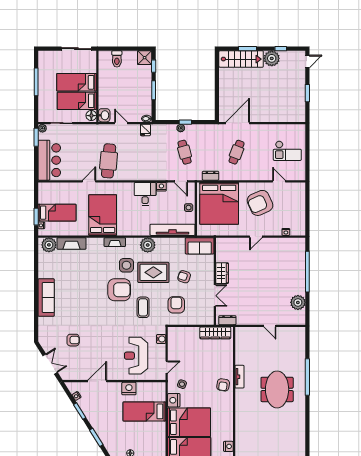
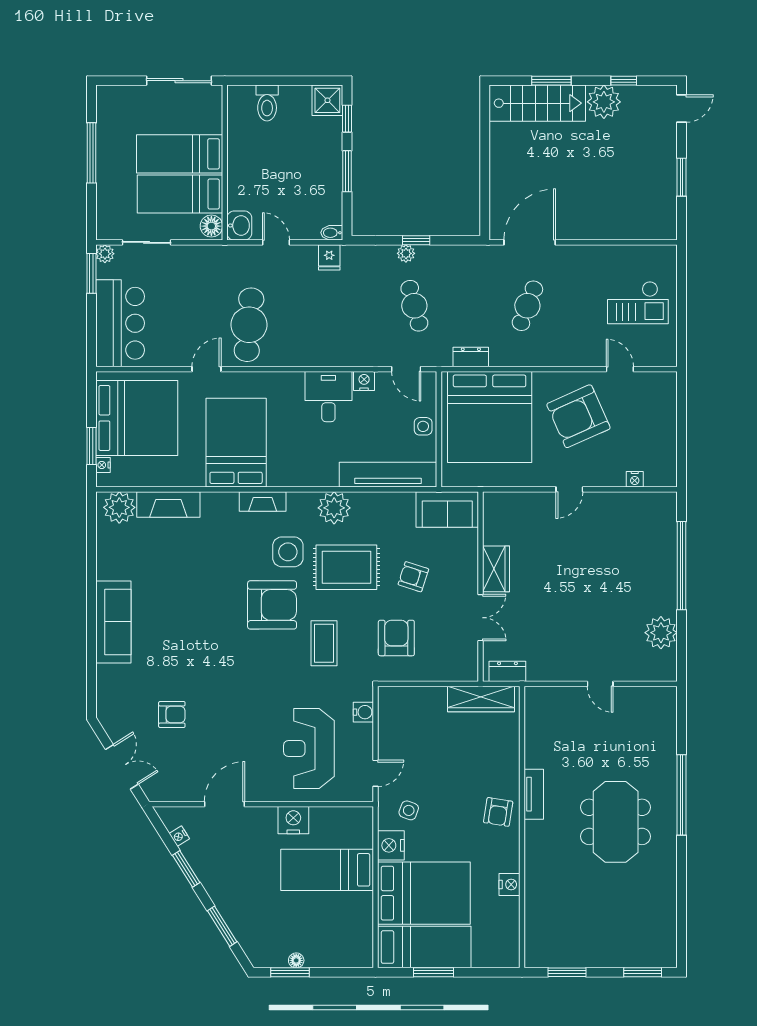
bed: (57, 213) -> (137, 418), width x2.04
nightstand: (228, 446) -> (509, 885), moved

